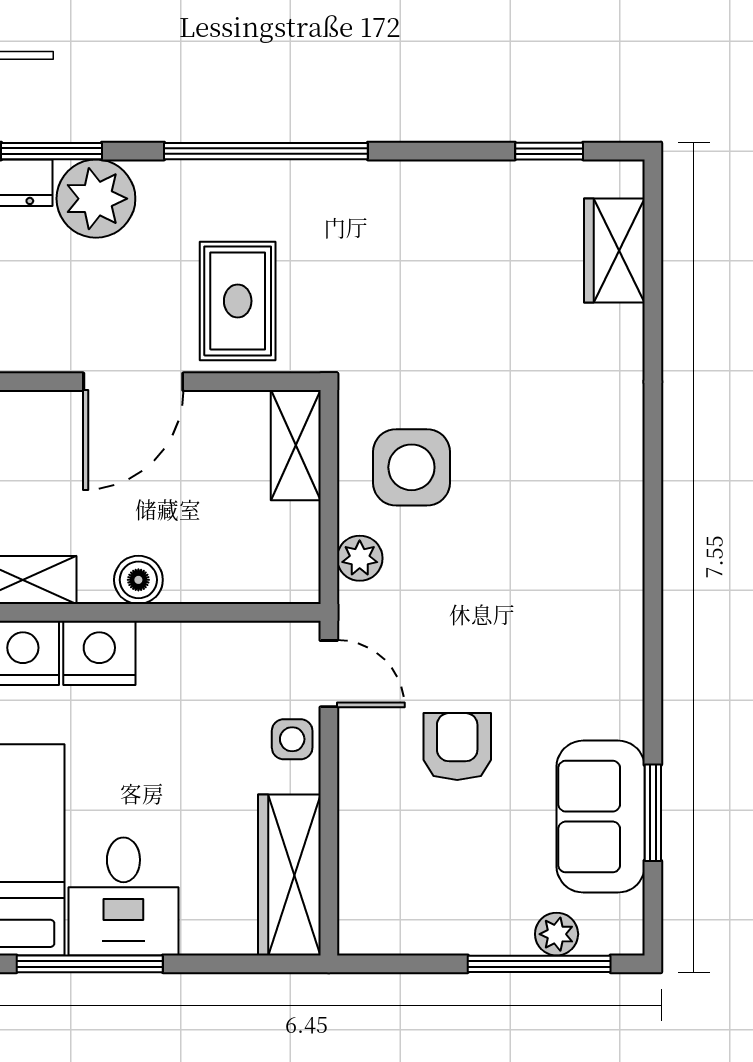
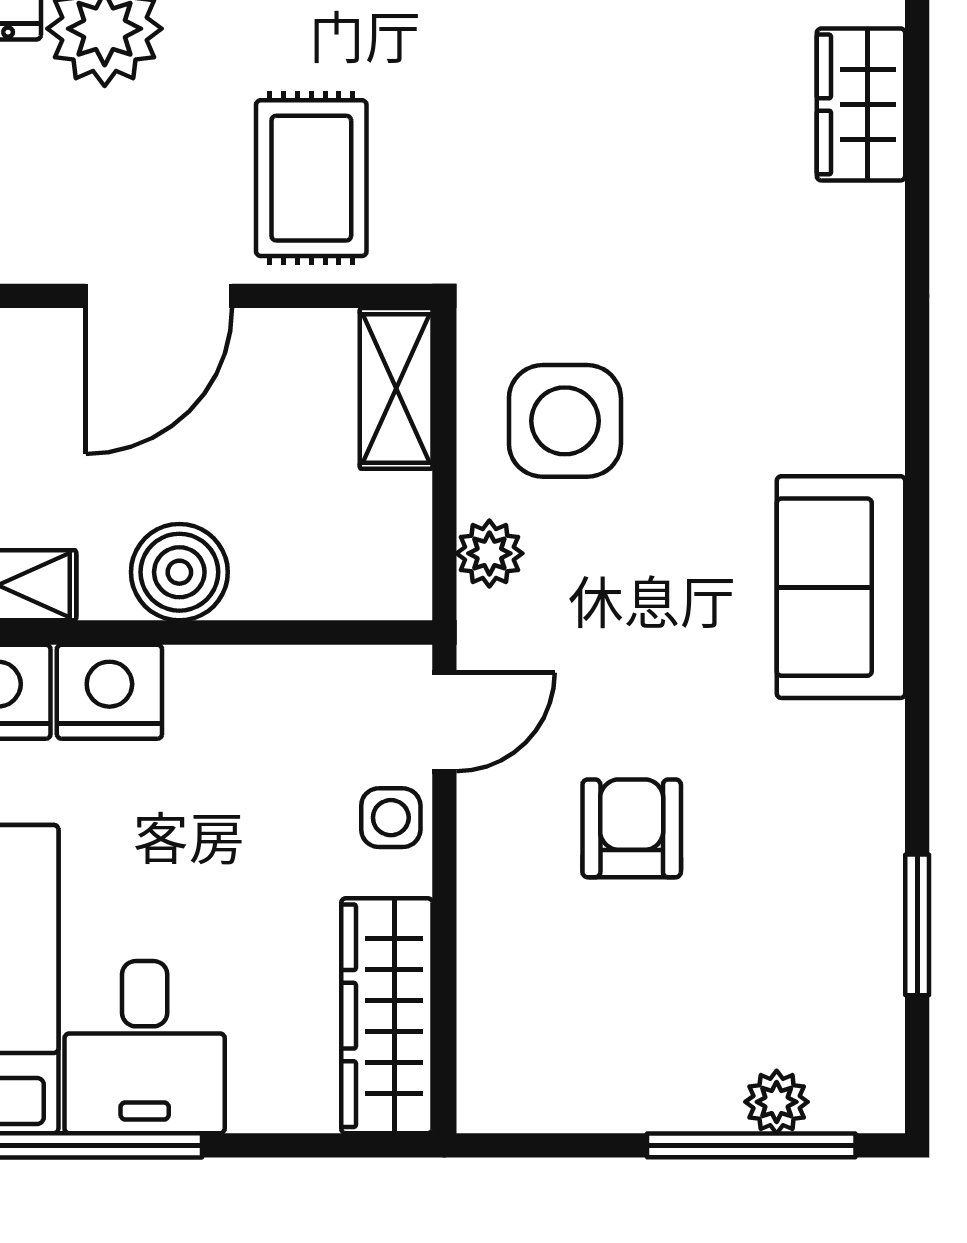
boiler: (138, 580) -> (179, 572), width x1.36, depth x1.36
door: (329, 674) -> (444, 722), hinge flipped
sofa: (601, 817) -> (841, 587), moved

